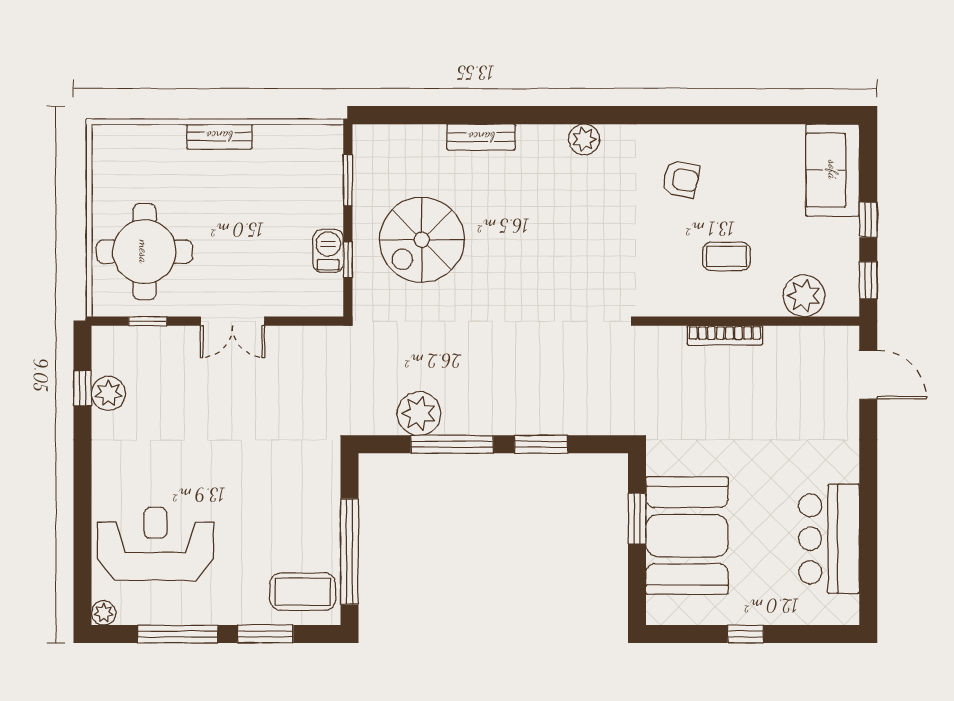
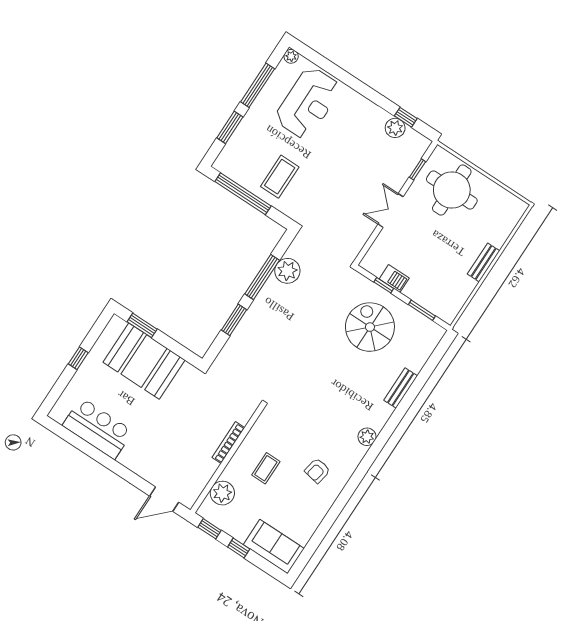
window: (637, 519) -> (142, 325), moved
coffee table: (303, 592) -> (280, 177), moved

